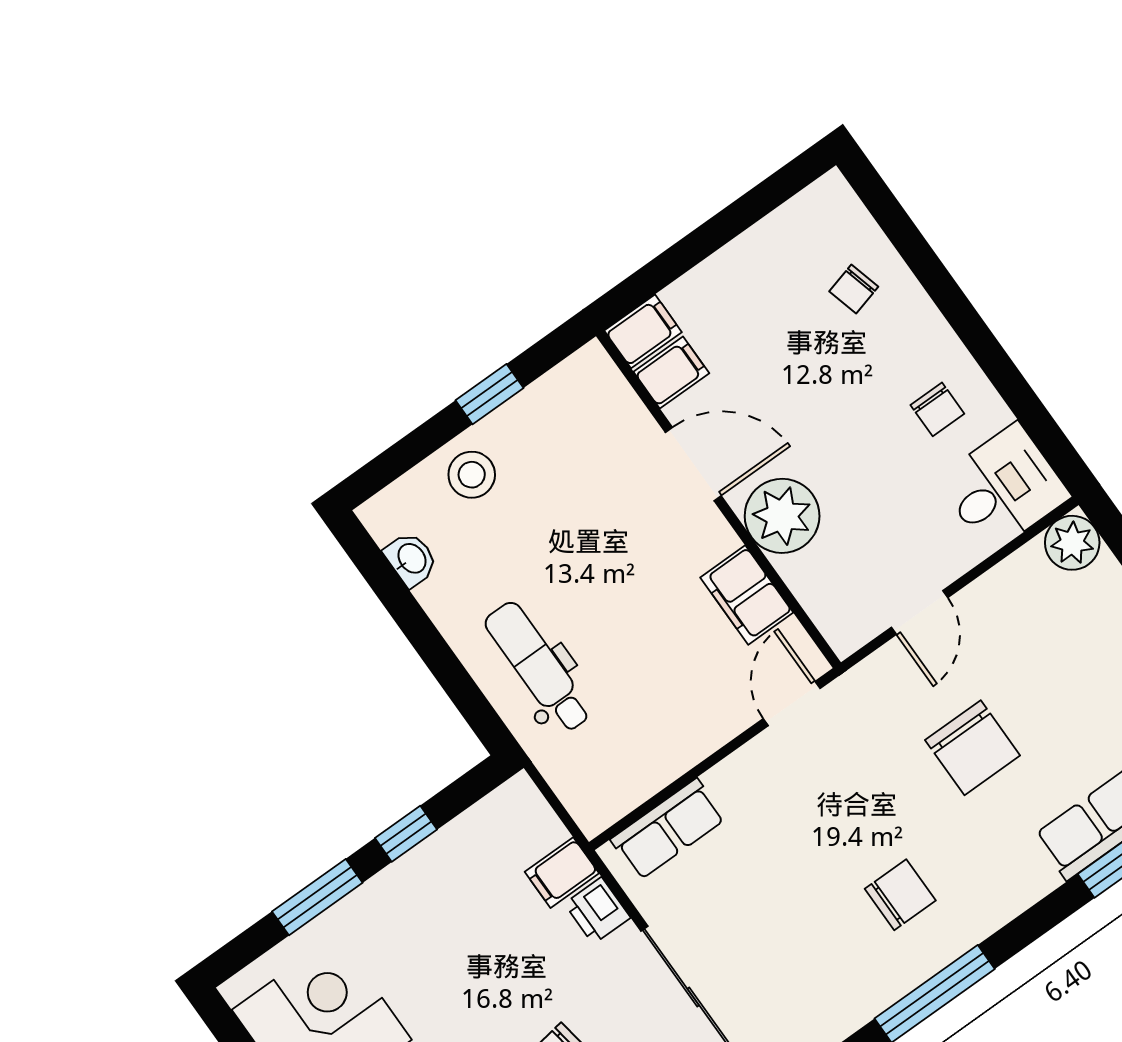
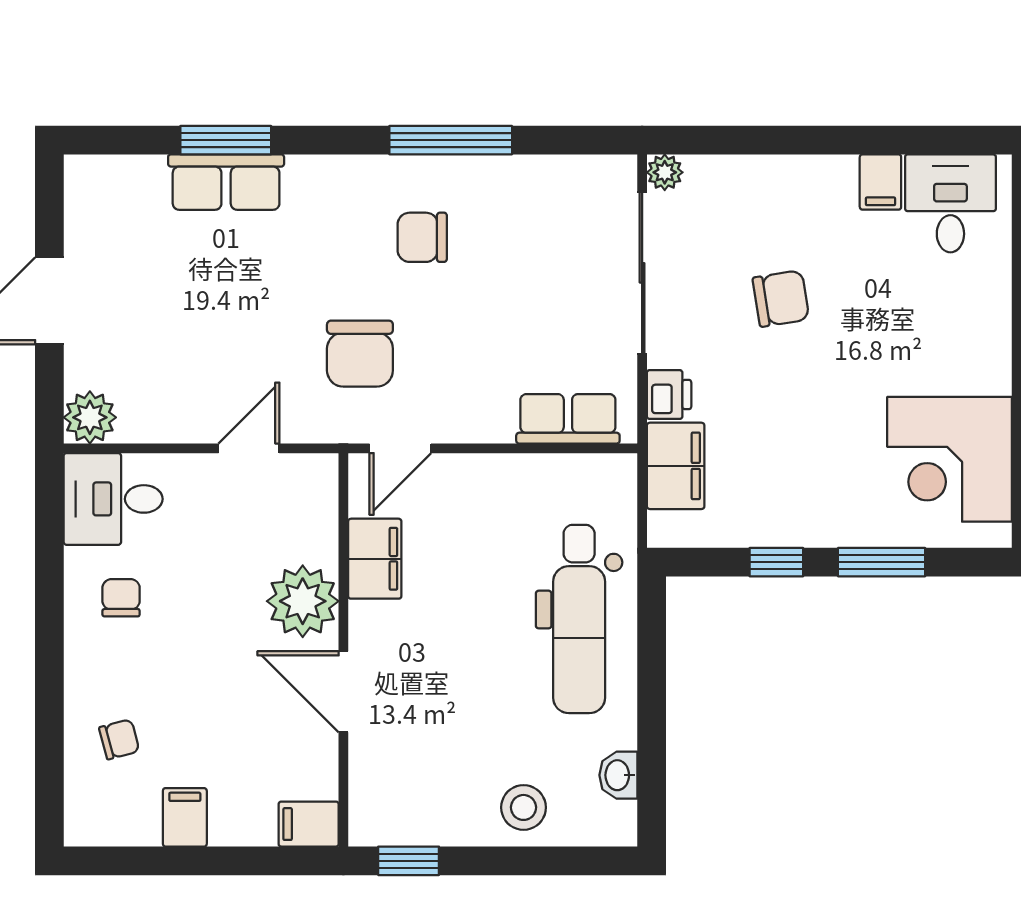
filing cabinet: (671, 373) -> (185, 817), moved, turned 90
window: (489, 394) -> (409, 861), moved
dental chair: (538, 667) -> (579, 619), width x1.36, depth x1.38
chair: (973, 748) -> (360, 354), moved, turned 180
filing cabinet: (562, 873) -> (676, 466), width x2.00

